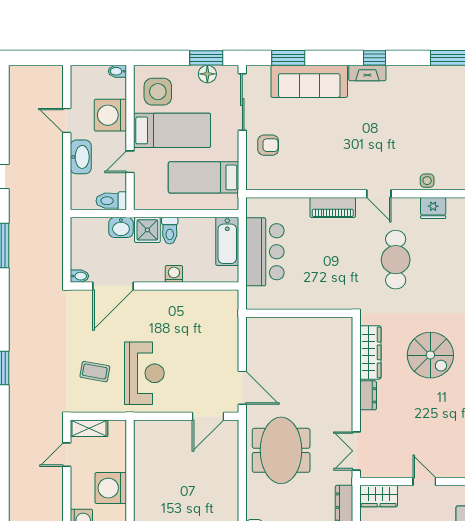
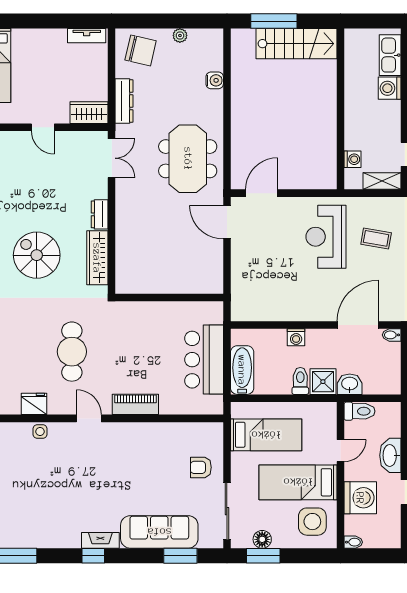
washing machine: (111, 488) -> (352, 159), moved, width x0.53, depth x0.53

